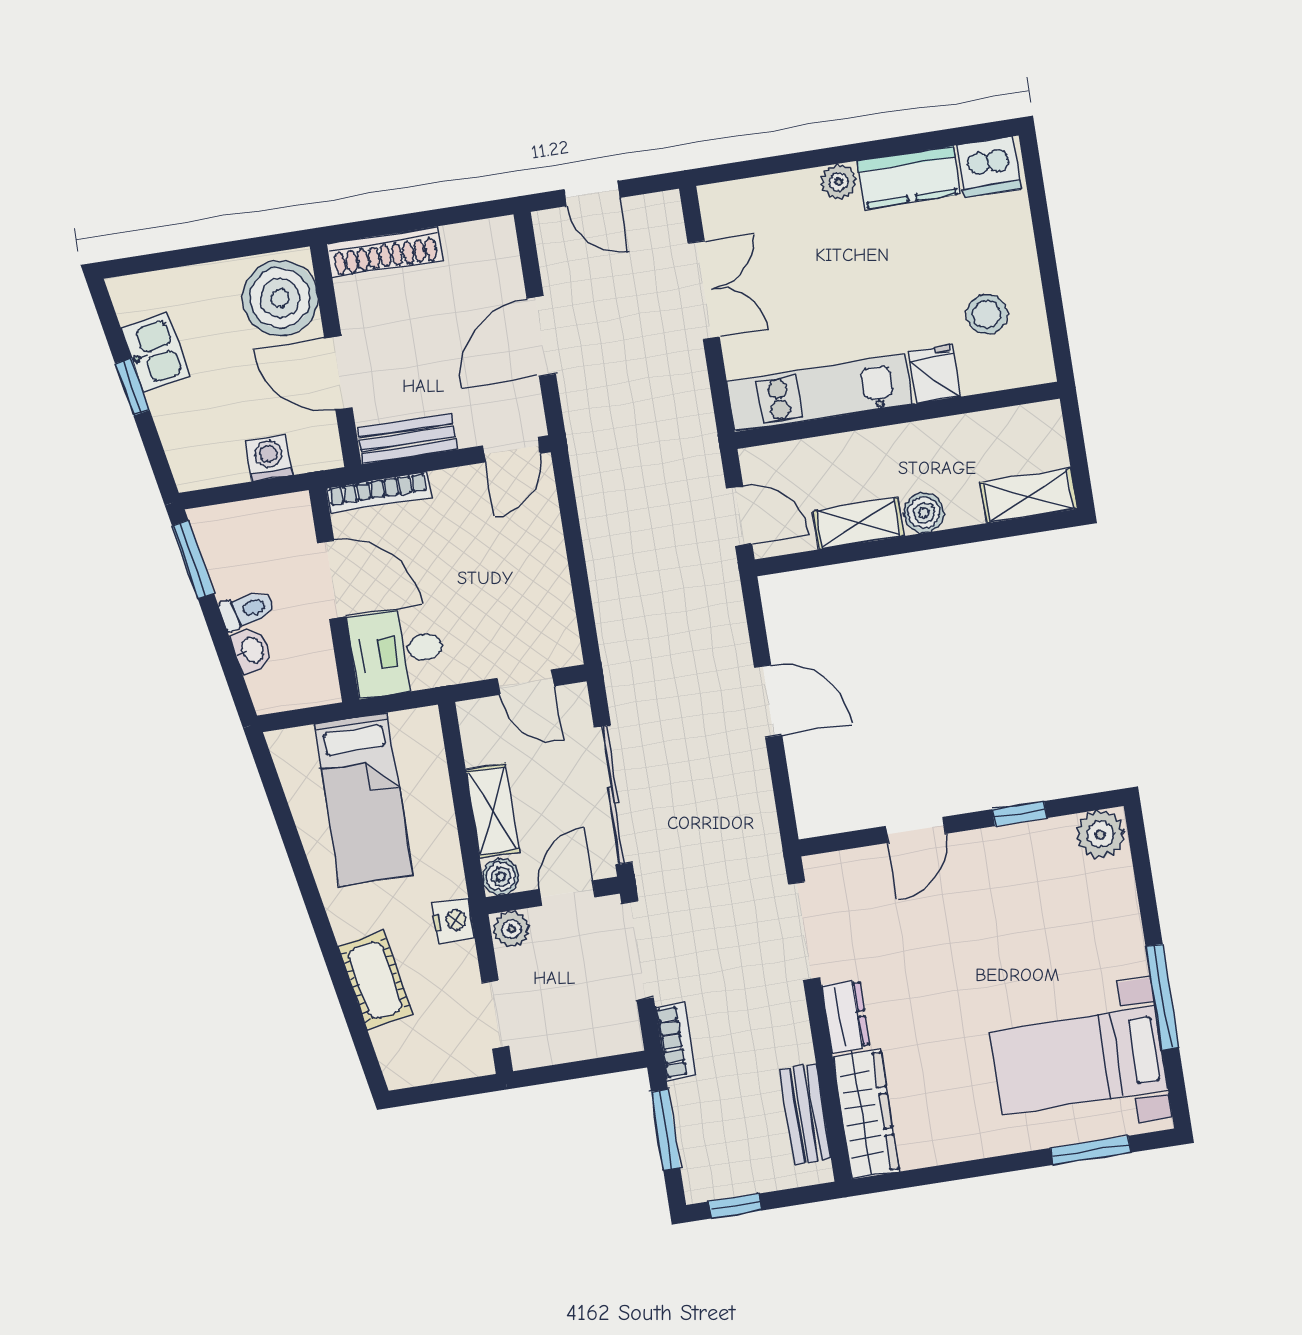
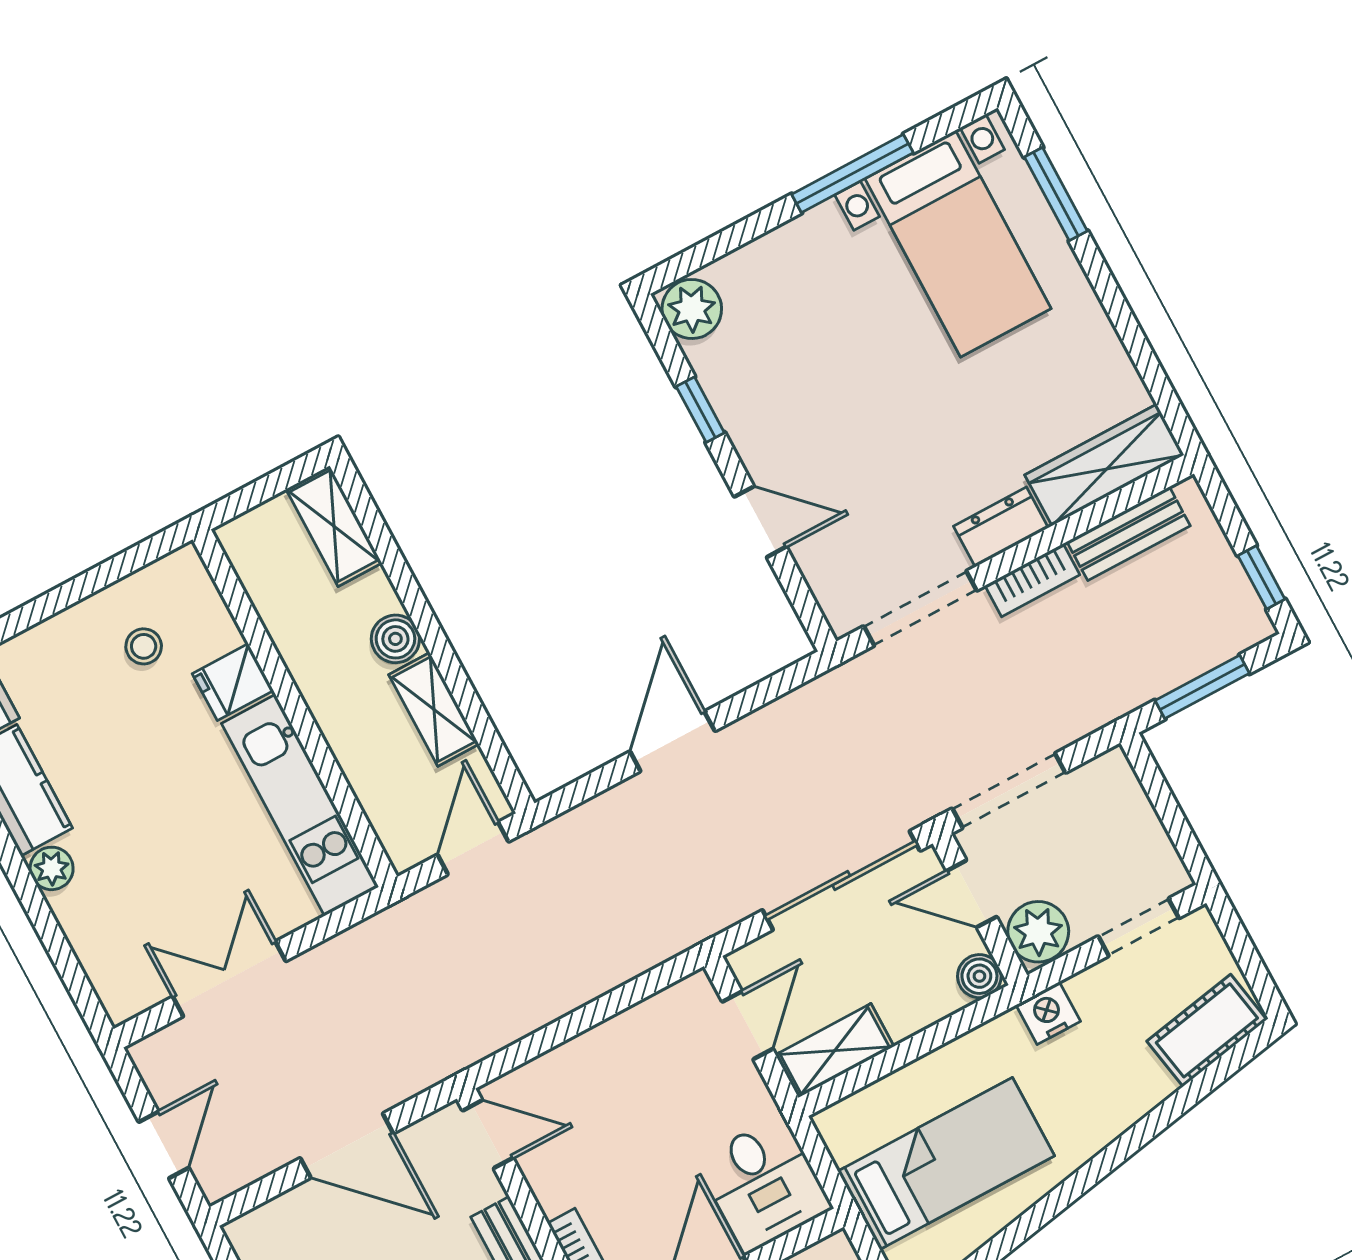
stool: (987, 314) -> (144, 646), width x0.73, depth x0.73
shelving: (493, 811) -> (835, 1051), moved
plant: (511, 929) -> (1038, 932), width x1.38, depth x1.38
cot: (375, 980) -> (1207, 1030), moved
bookcase: (675, 1042) -> (1032, 580), moved, turned 180

